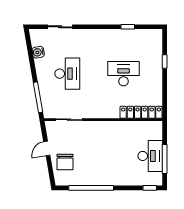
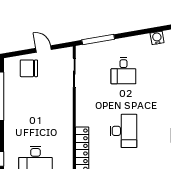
water cooler: (38, 52) -> (157, 38), moved
desk: (67, 74) -> (123, 71), width x0.73

